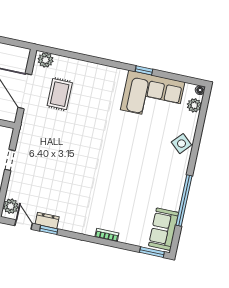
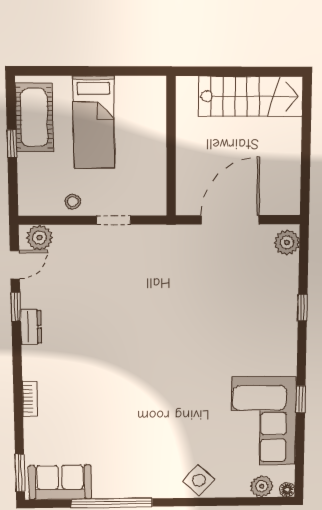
window: (87, 58) -> (303, 308), added
rug: (60, 94) -> (237, 277), removed
dresser: (47, 220) -> (31, 327), moved

